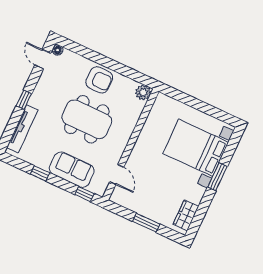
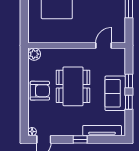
armchair: (99, 80) -> (40, 91), turned 90
sofa: (72, 170) -> (115, 93), moved
window: (84, 194) -> (129, 81), moved

